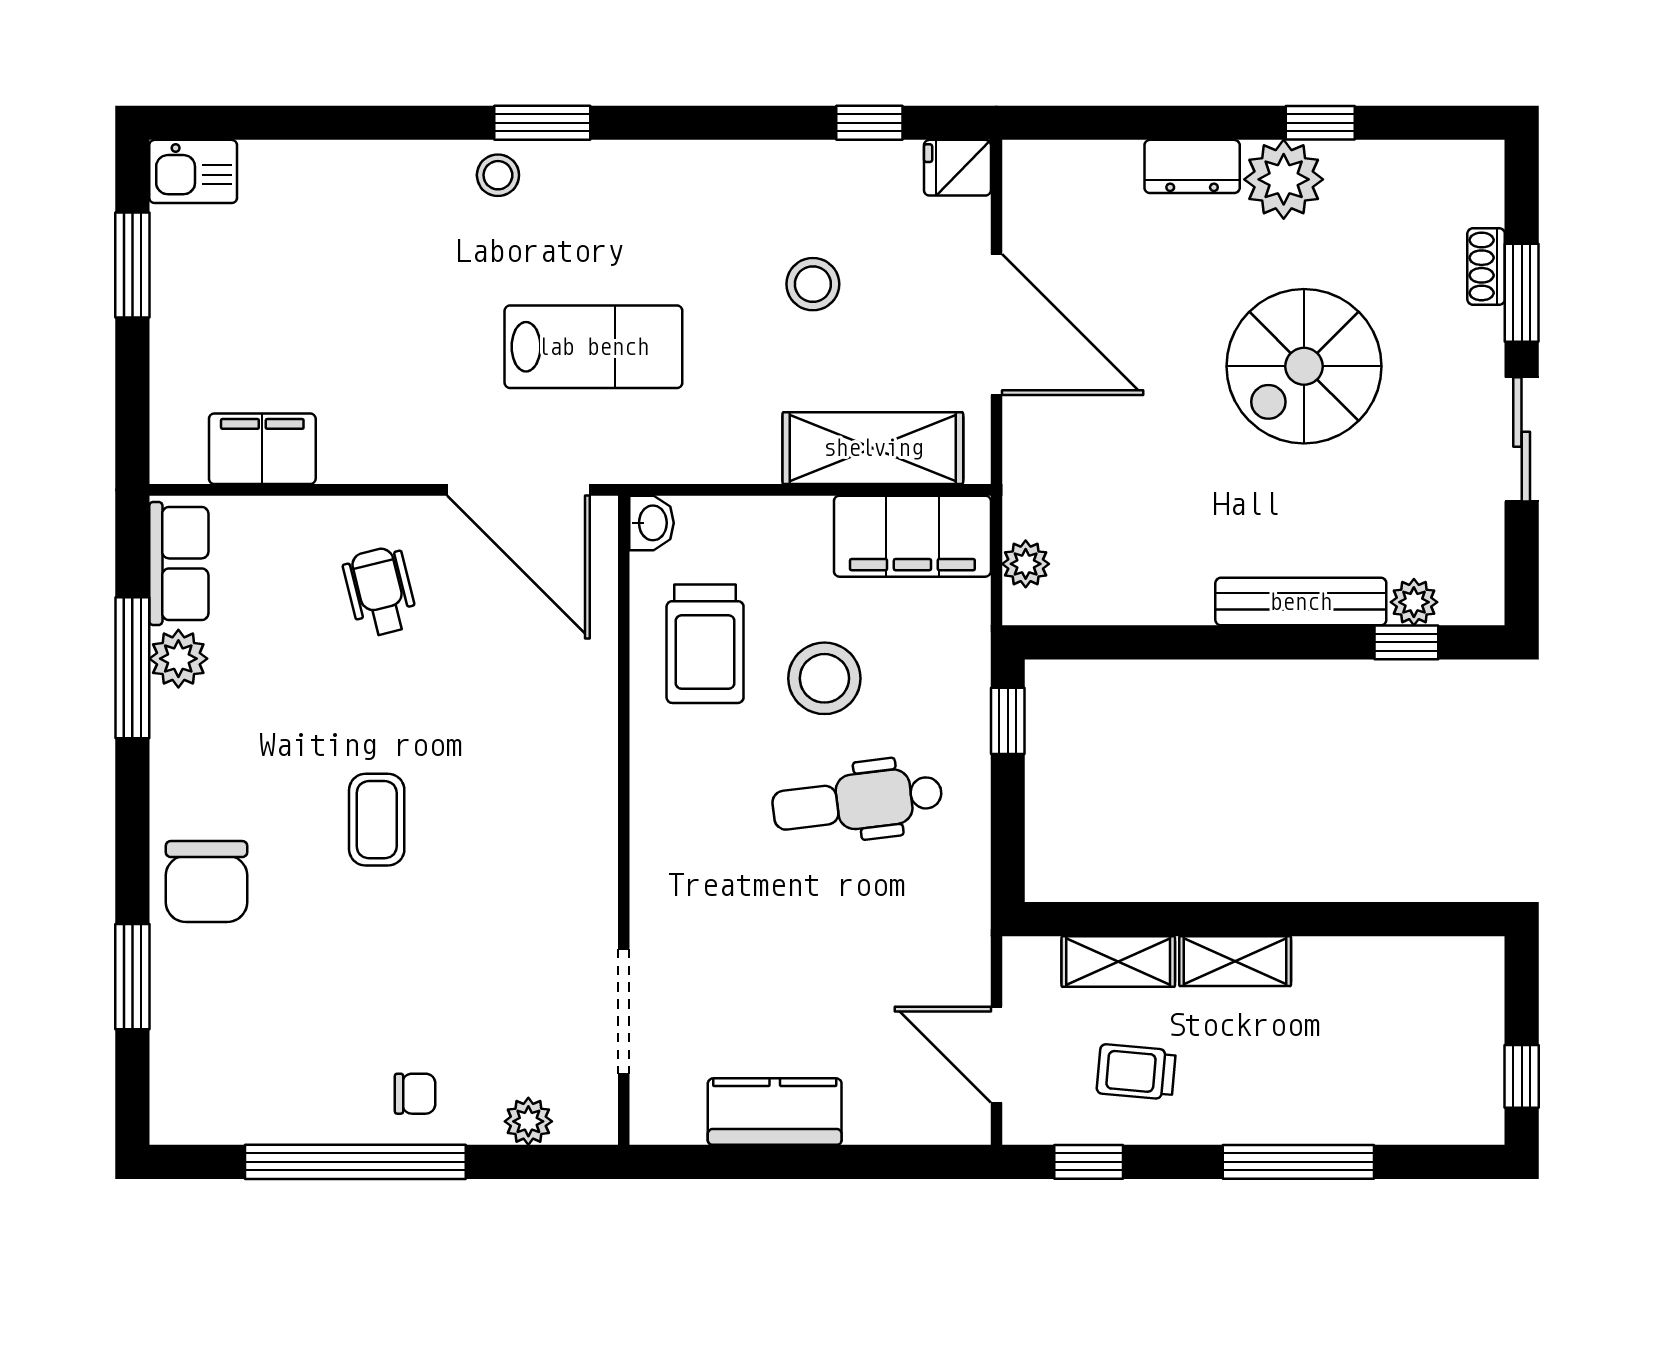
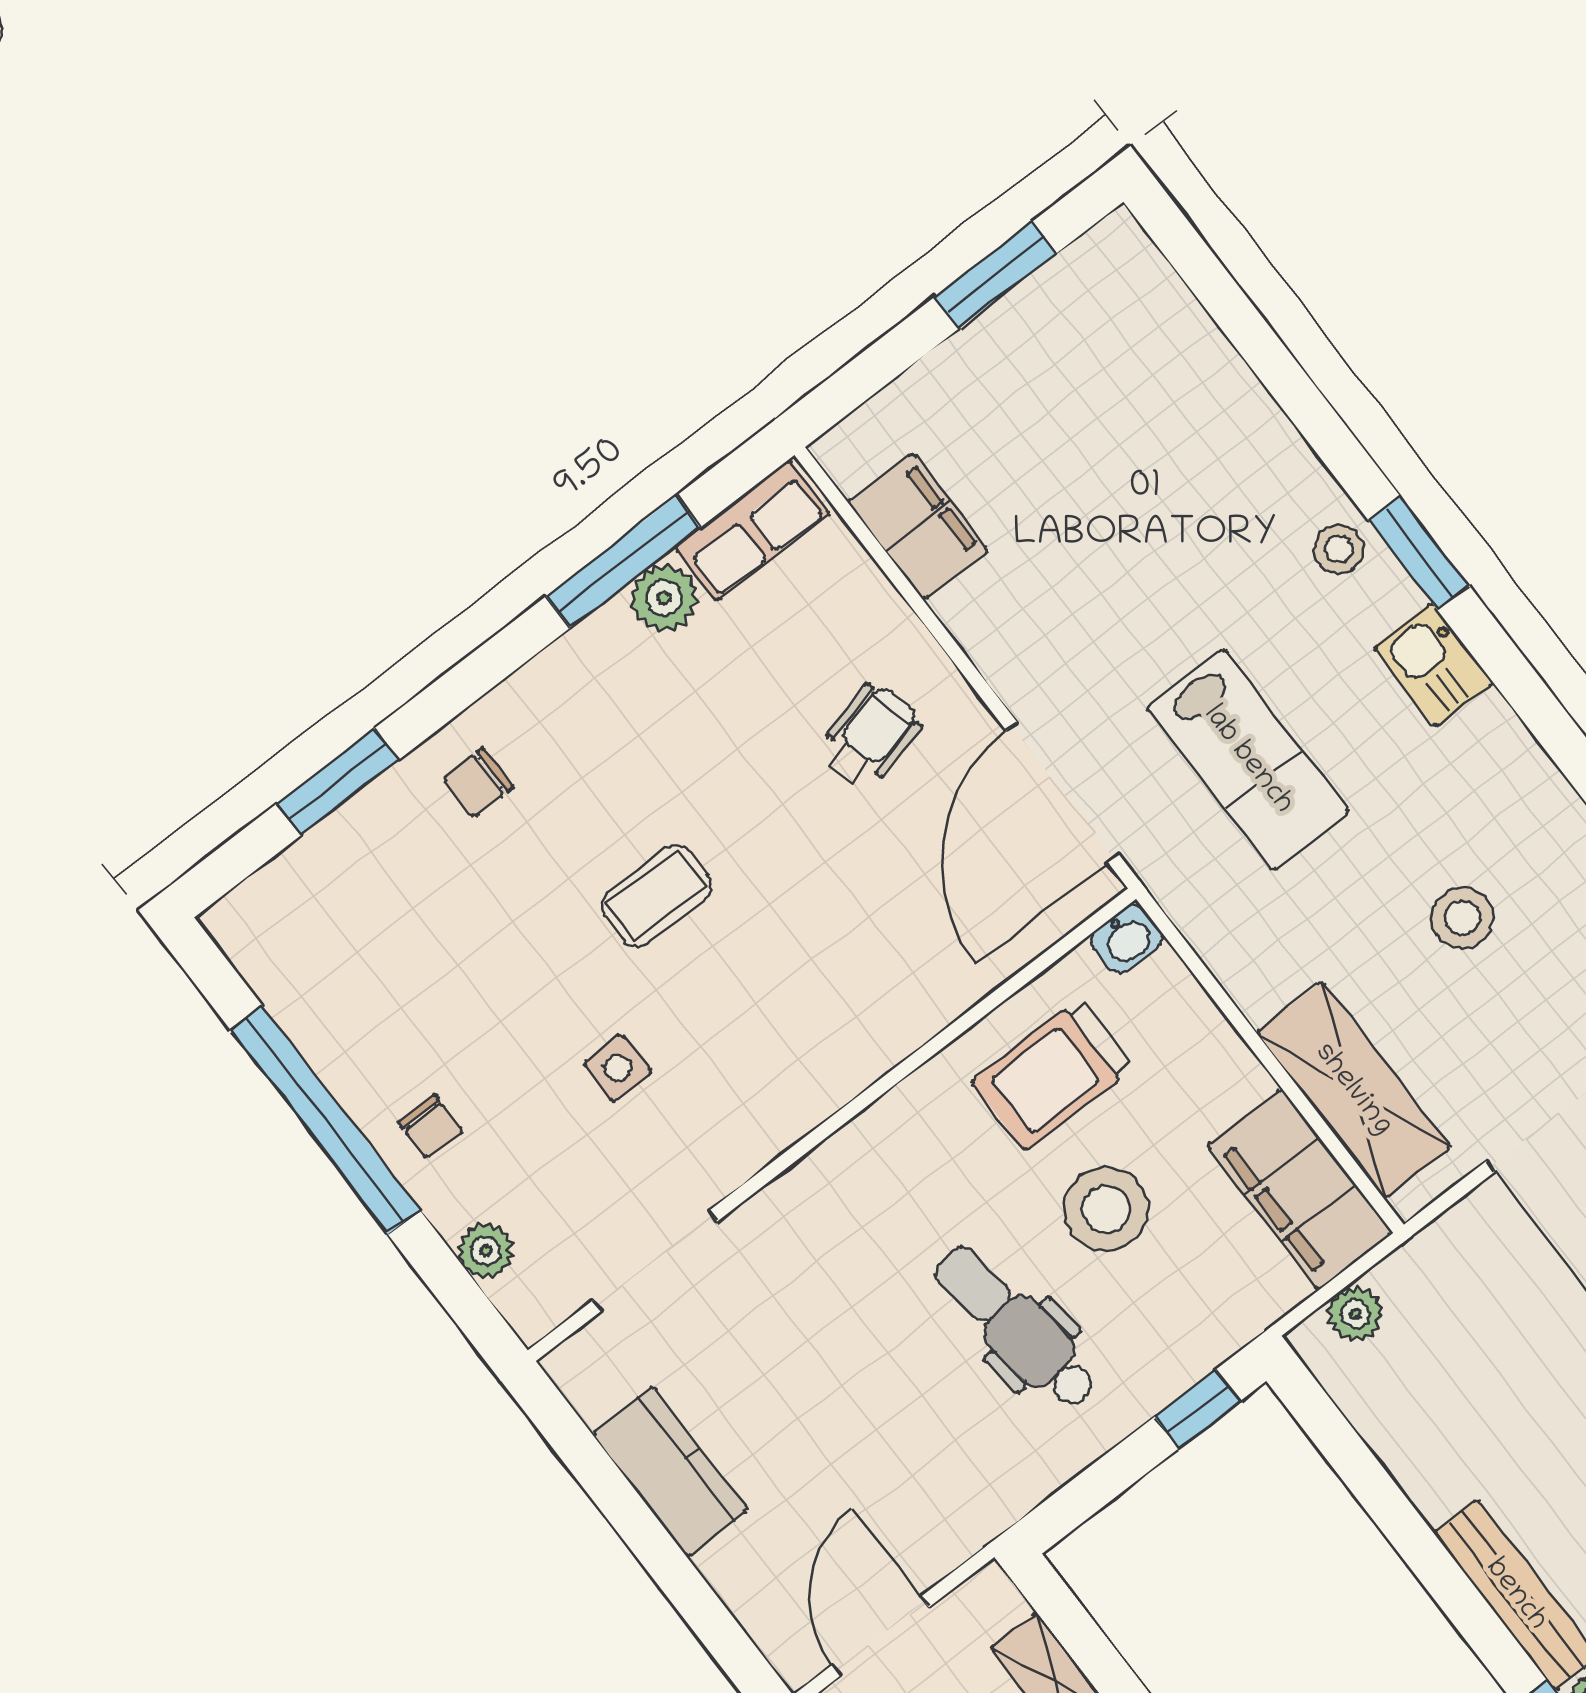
kitchen sink: (193, 171) -> (1433, 665), moved
chair: (206, 882) -> (478, 783), width x0.54, depth x0.54
side table: (473, 936) -> (618, 1068), added

